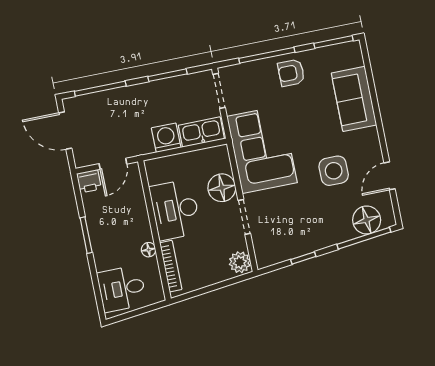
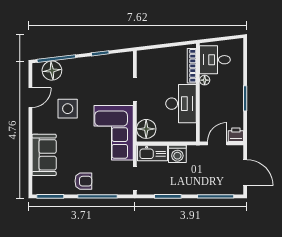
floor lamp: (222, 188) -> (146, 129), moved
plant: (240, 262) -> (144, 59), removed
desk: (122, 289) -> (215, 60), moved, turned 180

